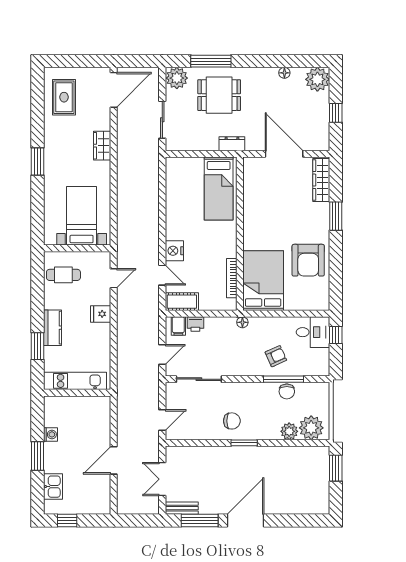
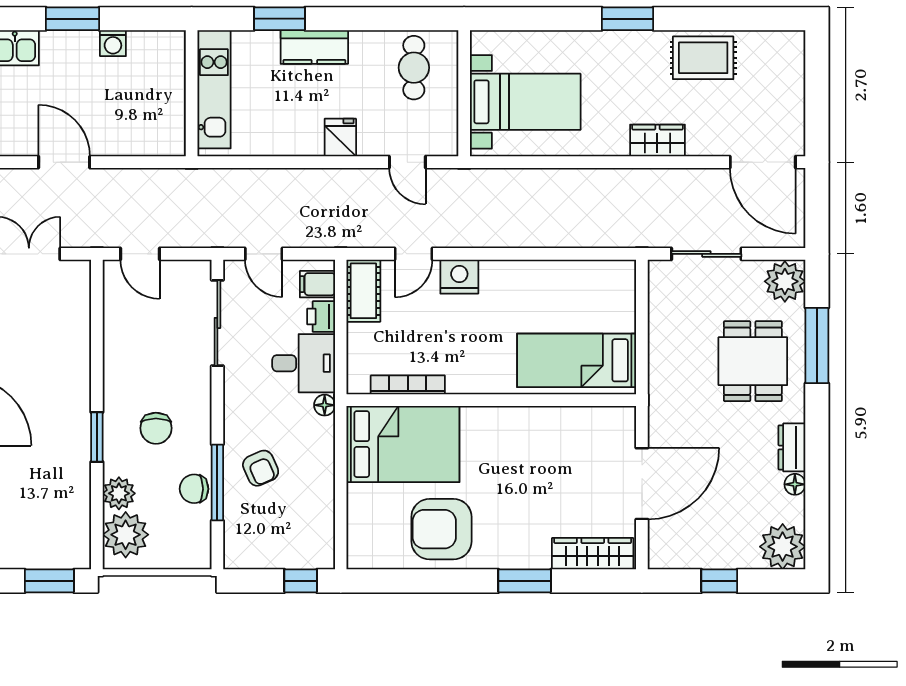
rug: (64, 97) -> (703, 58), moved
dresser: (232, 144) -> (792, 447), moved, turned 180
desk: (313, 332) -> (304, 363), moved, turned -90
chair: (232, 421) -> (156, 428), moved
window: (244, 443) -> (97, 437), moved

